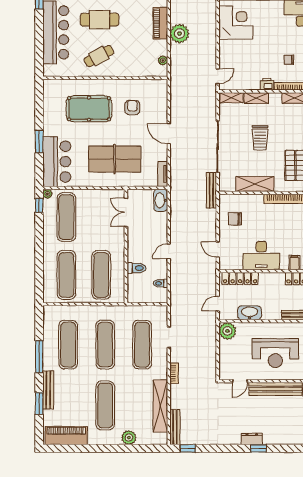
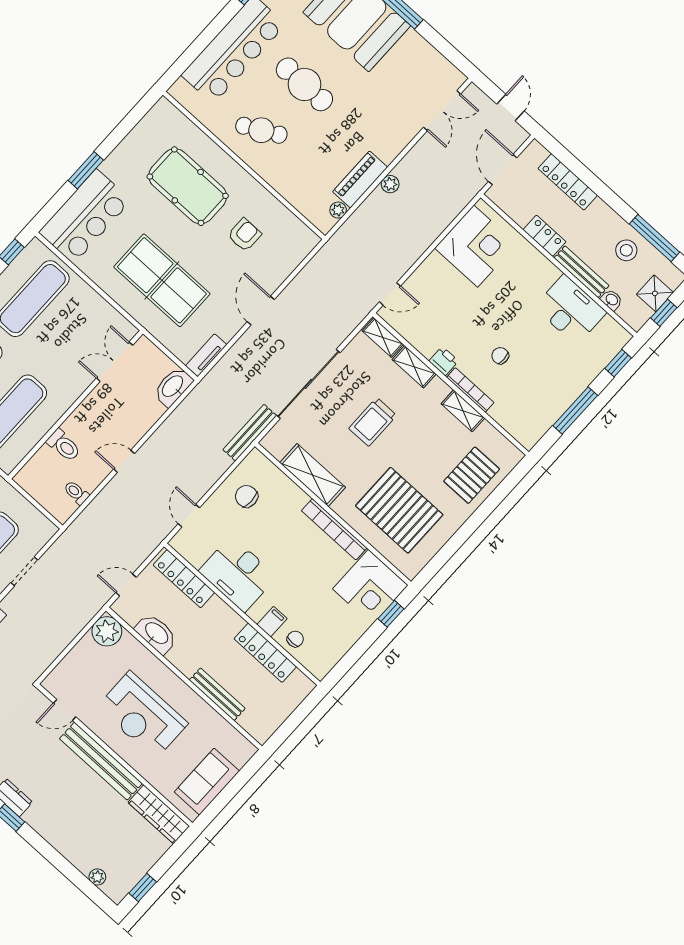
piano: (160, 23) -> (360, 179), moved
plant: (179, 34) -> (390, 184), width x0.53, depth x0.53
plant: (47, 194) -> (36, 247), removed

